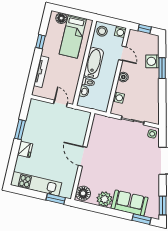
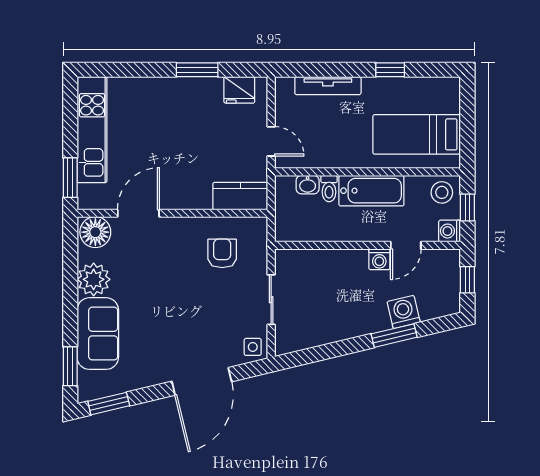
floor lamp: (61, 18) -> (449, 101), removed
window: (112, 21) -> (467, 208), added
boiler: (123, 77) -> (357, 259), removed
washing machine: (119, 98) -> (379, 259), moved
door: (60, 103) -> (271, 141), hinge flipped
kitchen counter: (82, 123) -> (240, 196), added
armchair: (106, 138) -> (222, 253), added
fridge: (25, 149) -> (239, 90), moved
door: (83, 156) -> (138, 213), moved

